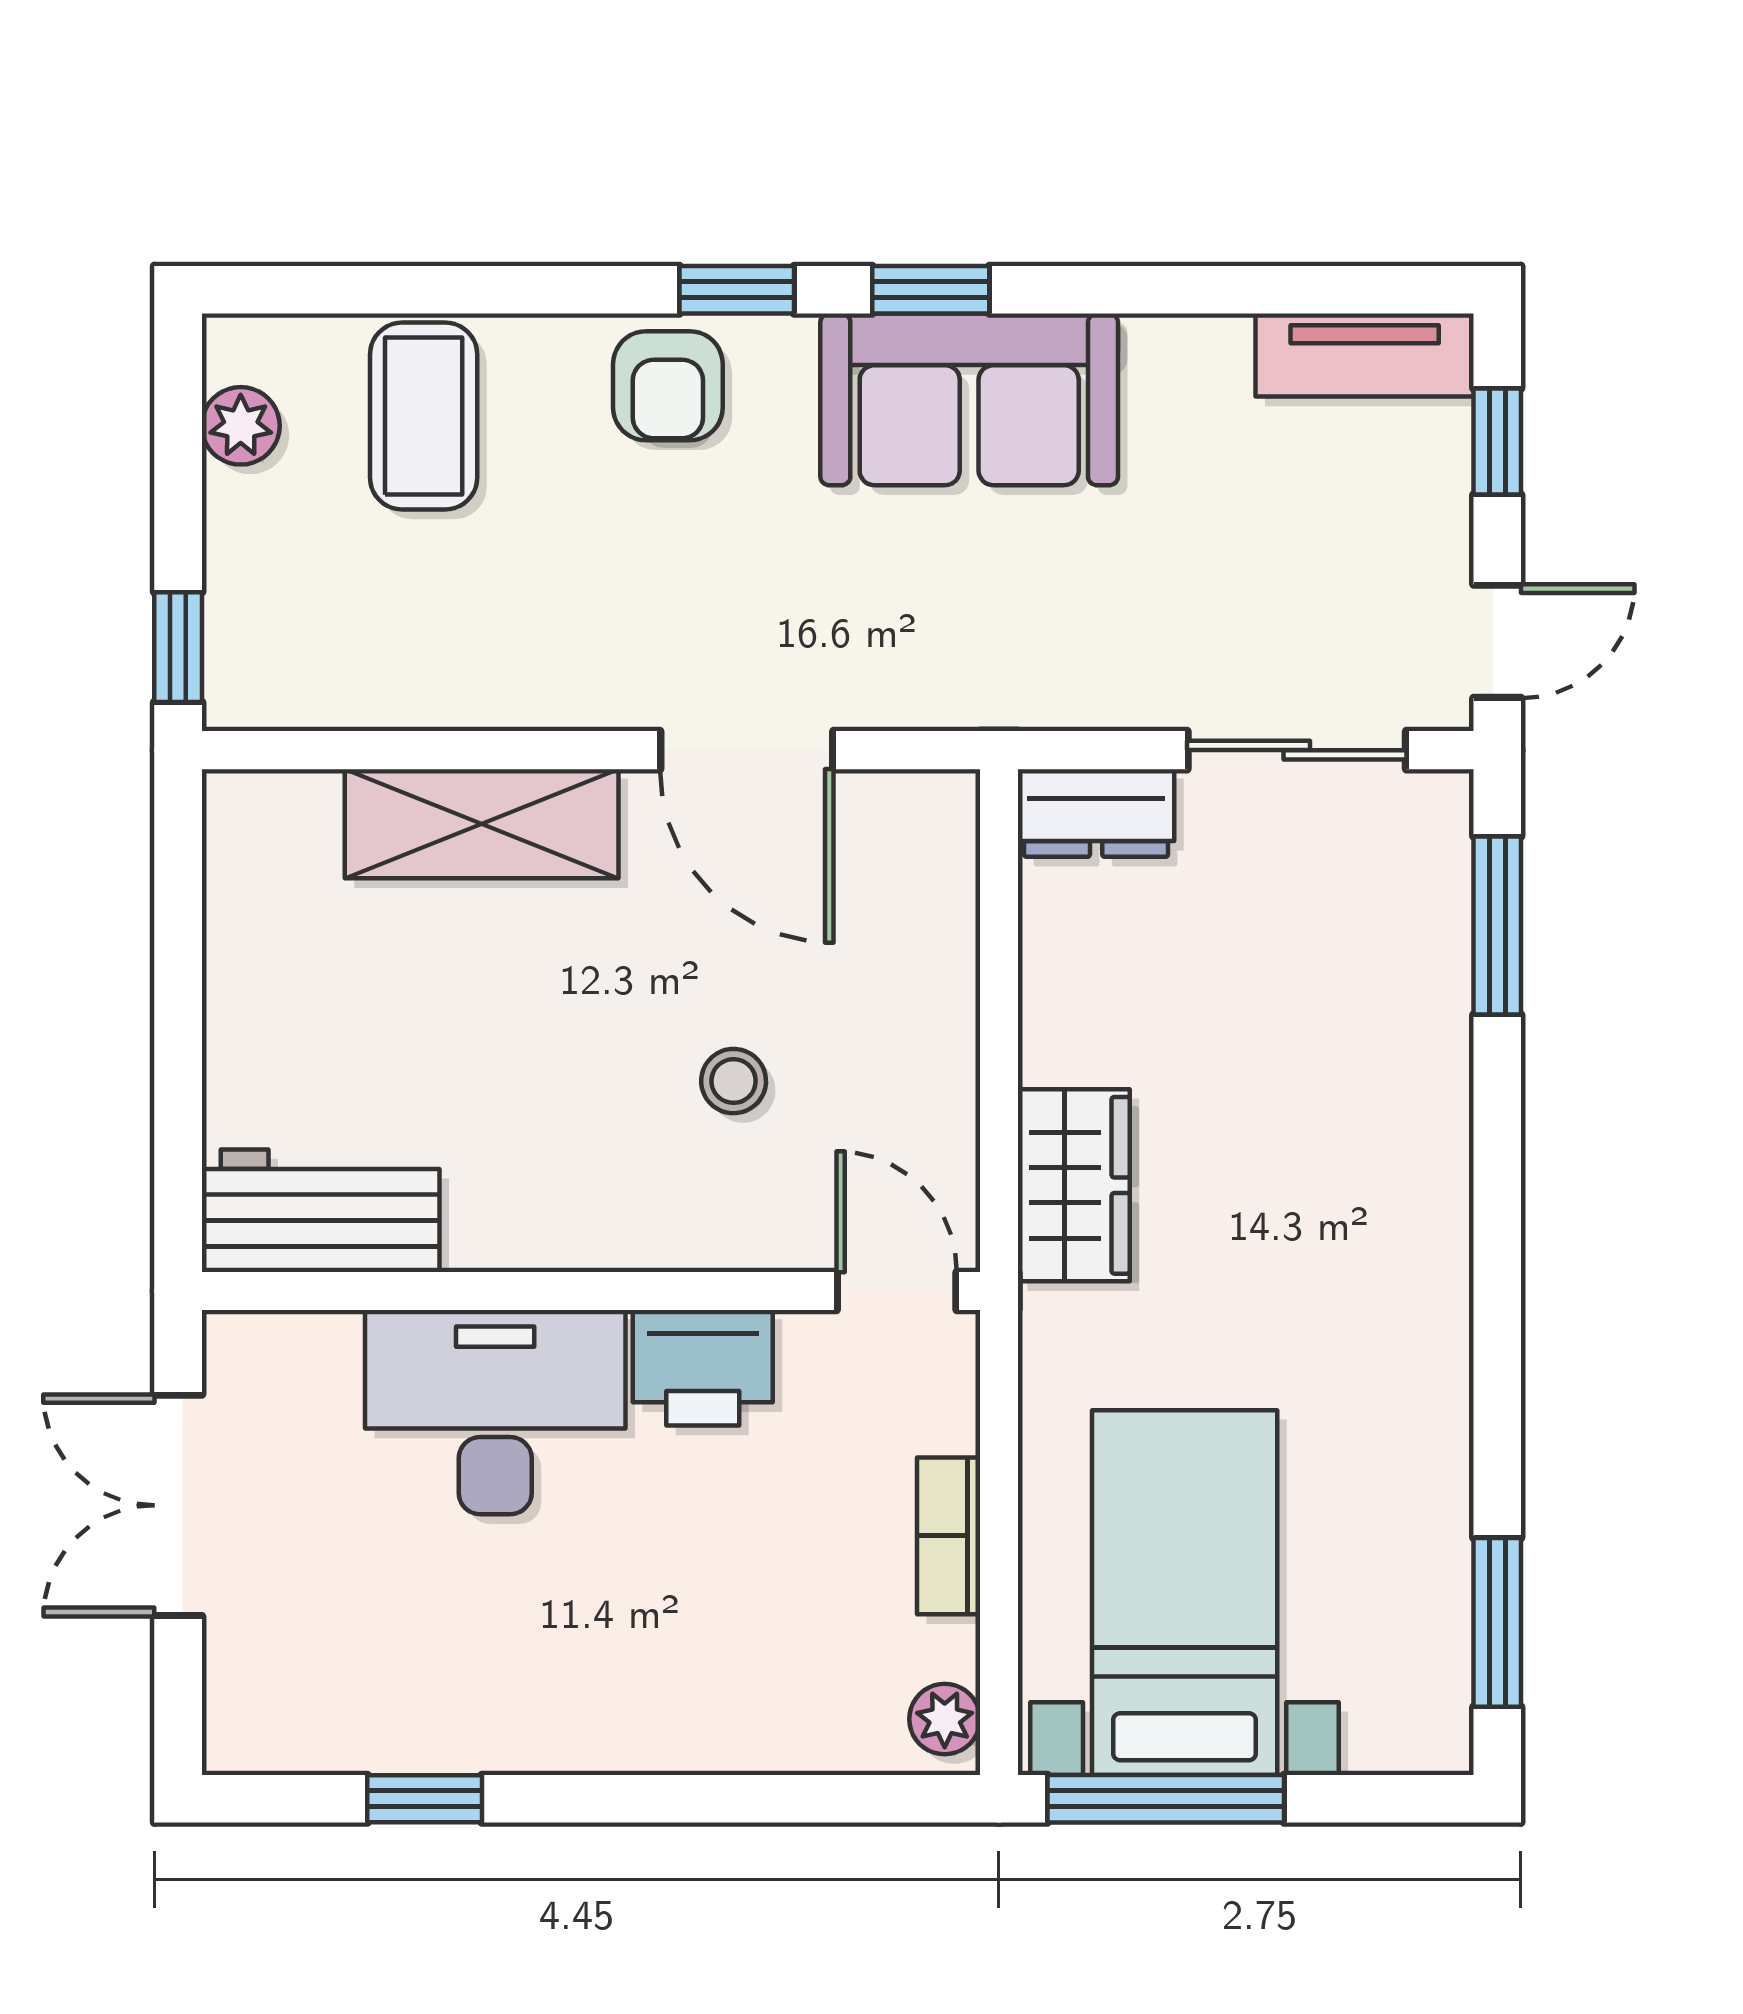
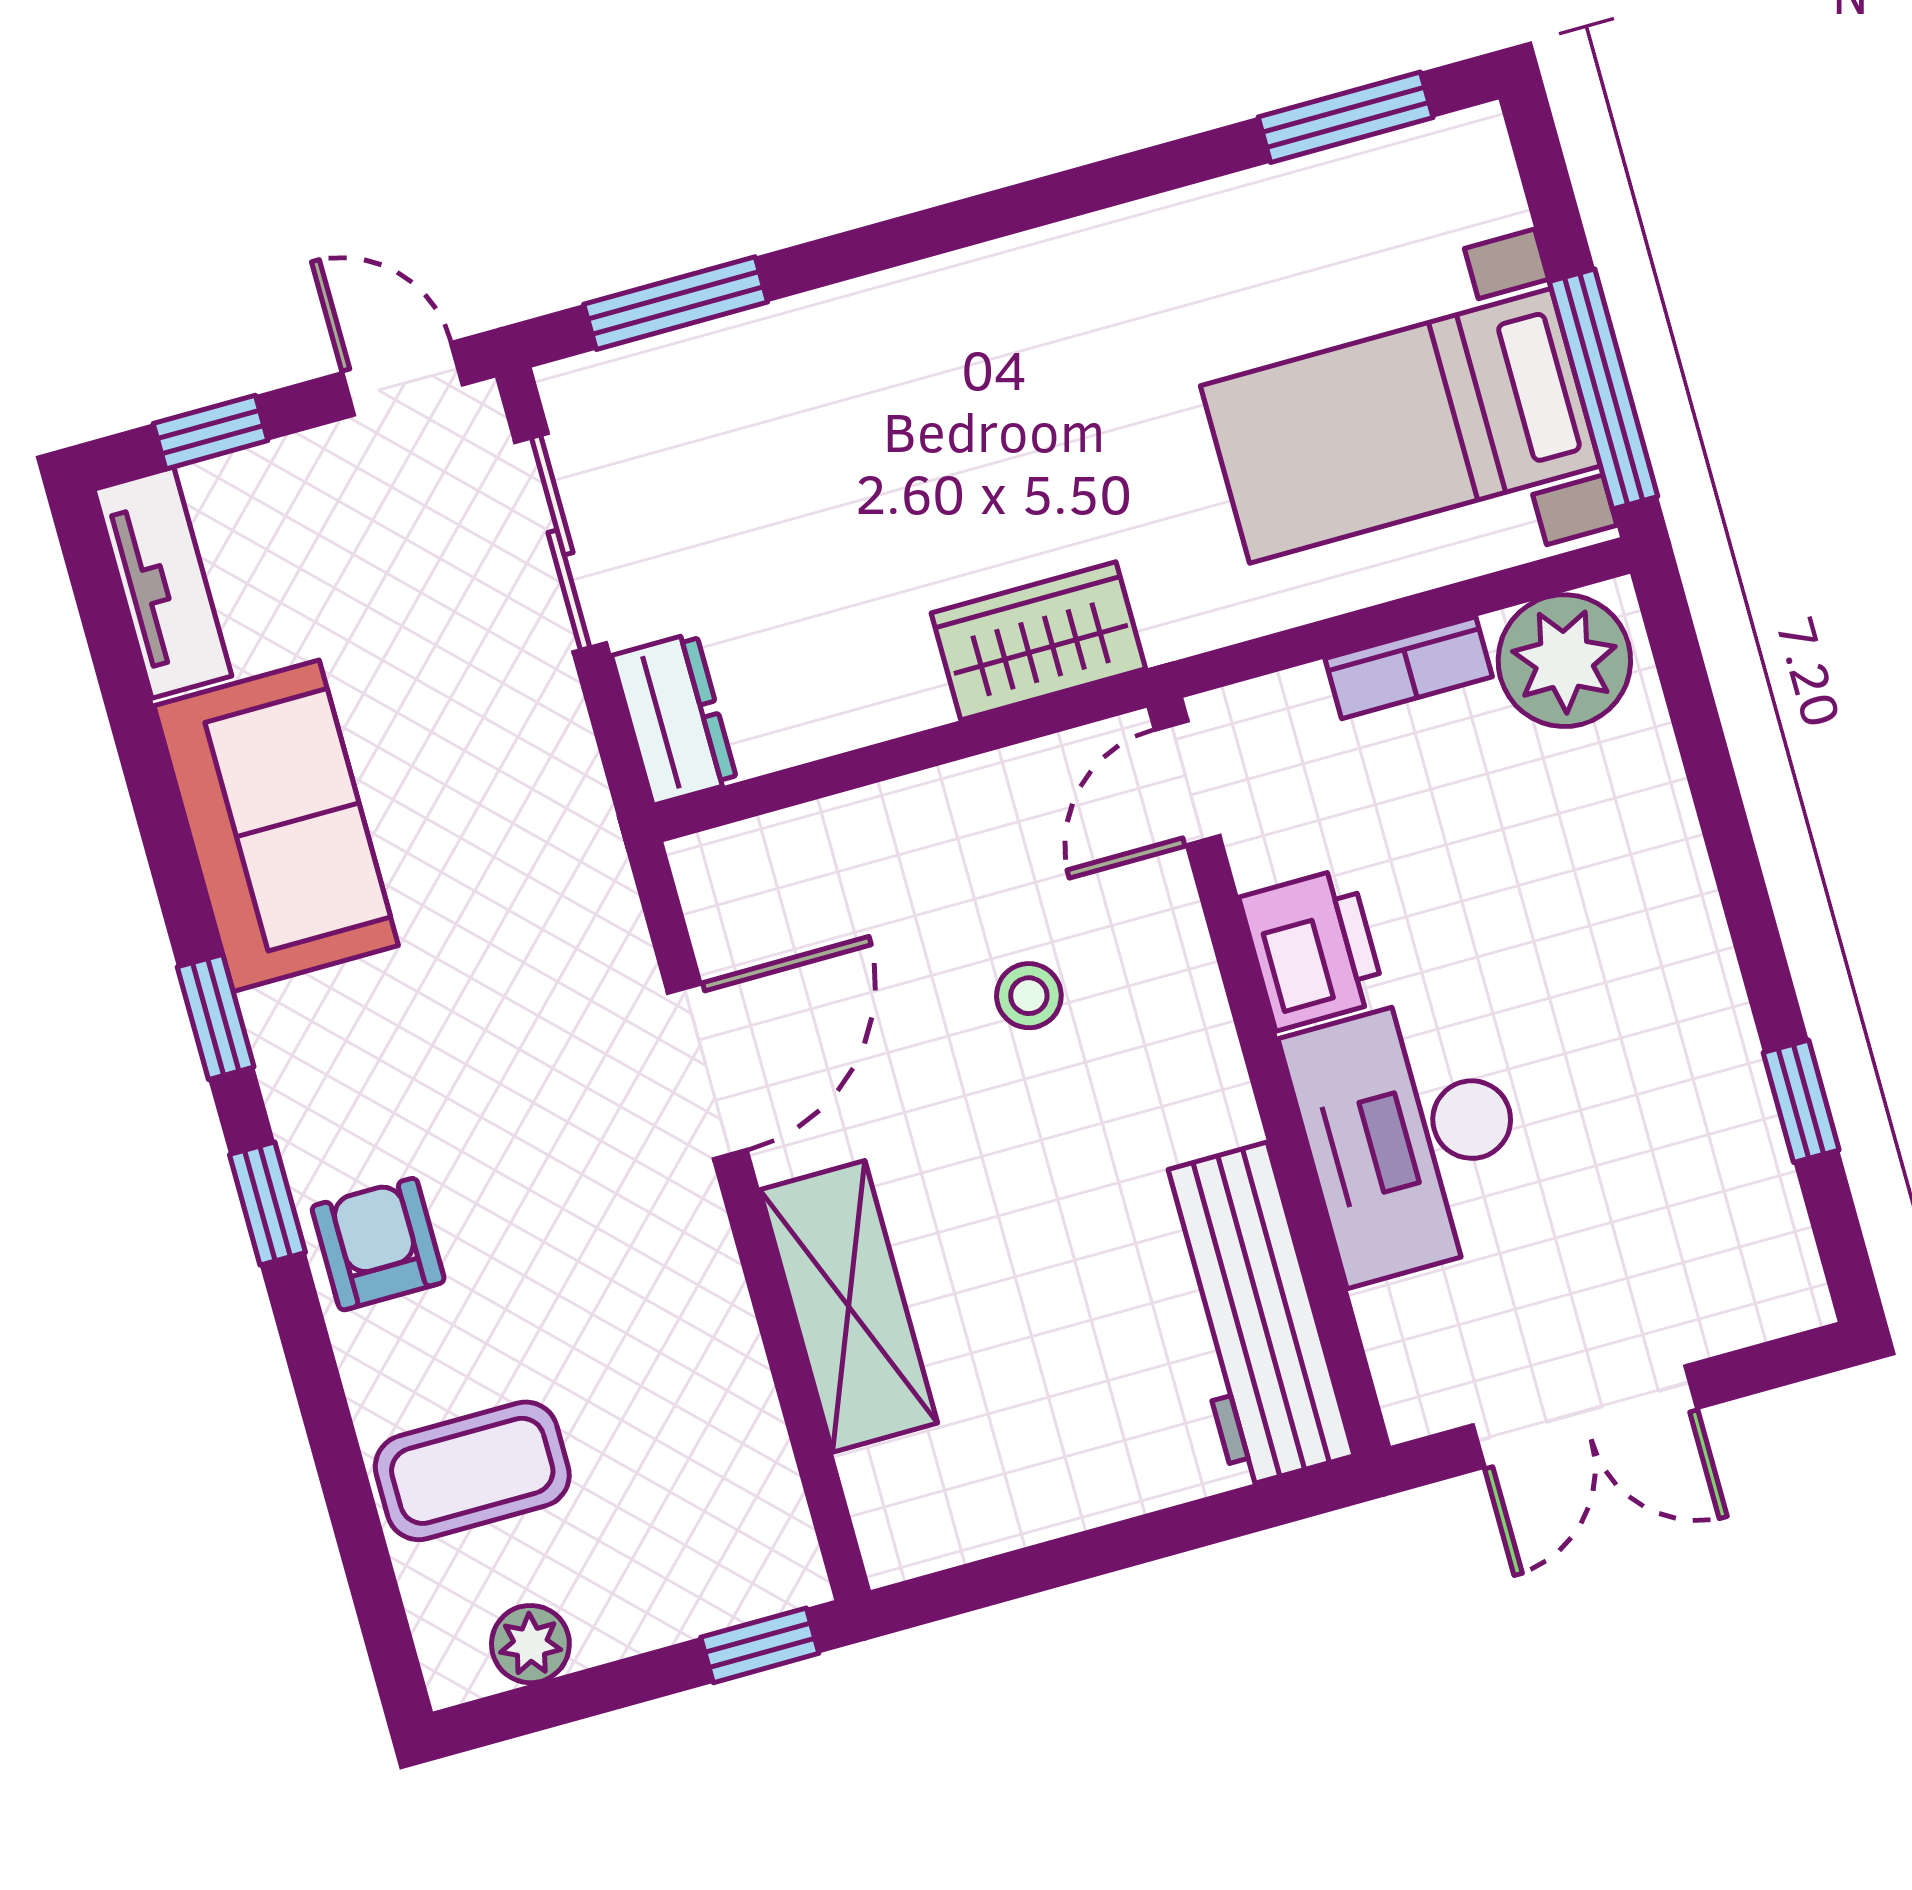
armchair: (668, 386) -> (378, 1244), turned -90
sofa: (969, 399) -> (276, 826), moved
workbench: (321, 1211) -> (1252, 1315), width x1.38
plant: (945, 1719) -> (1564, 661), width x1.87, depth x1.87

